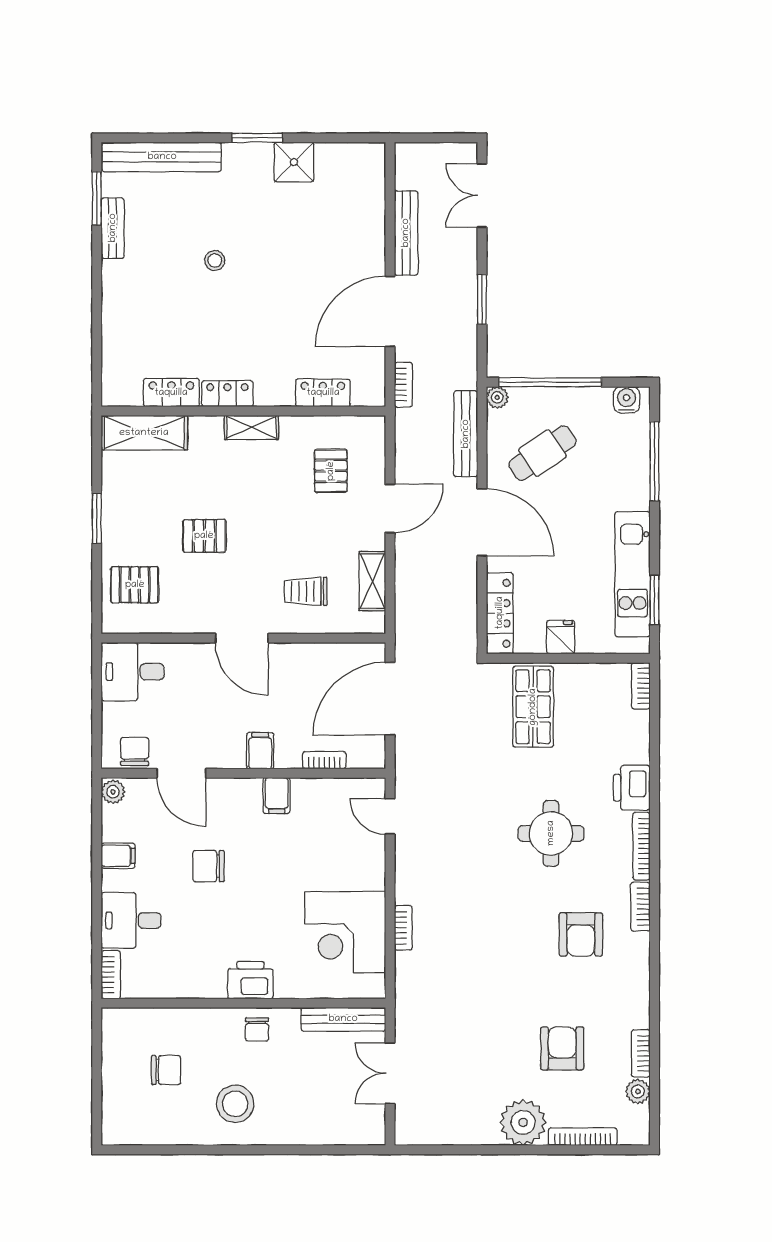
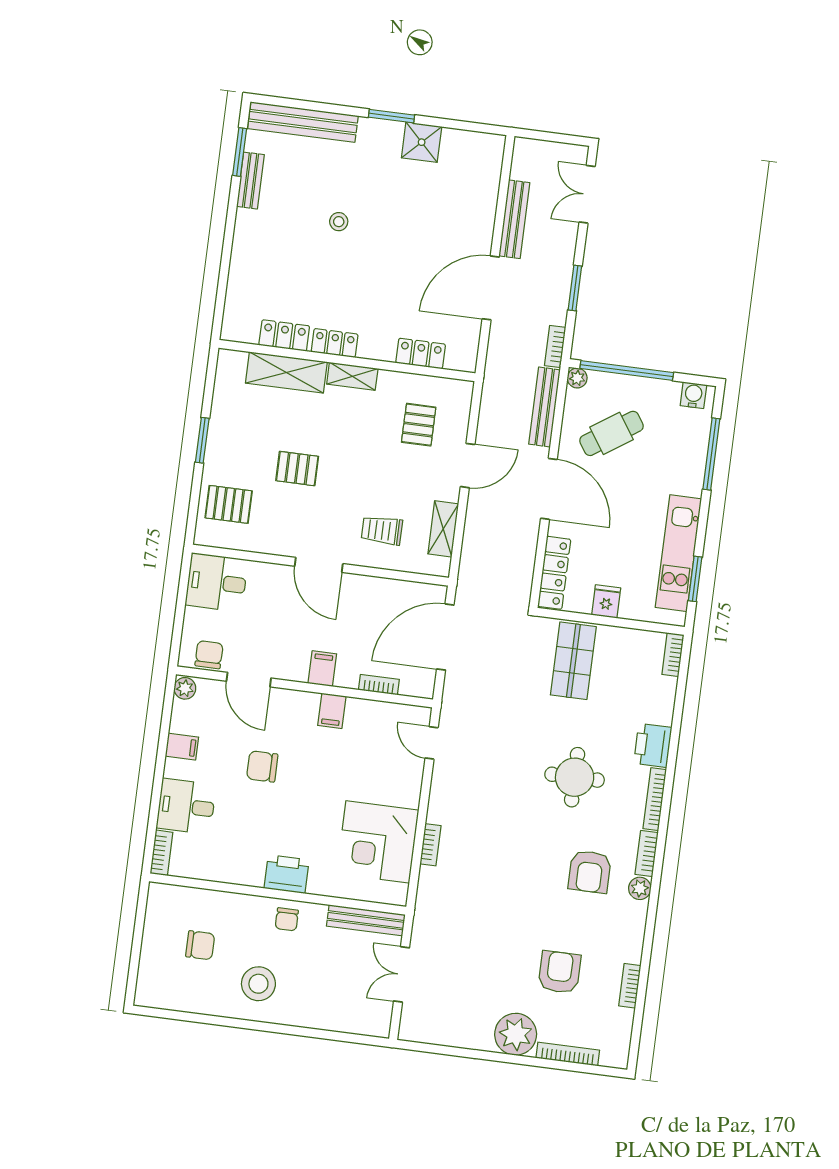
bookcase: (403, 385) -> (555, 346), moved, turned 180
shelving: (144, 433) -> (286, 372), moved
plant: (638, 1091) -> (640, 888), moved

